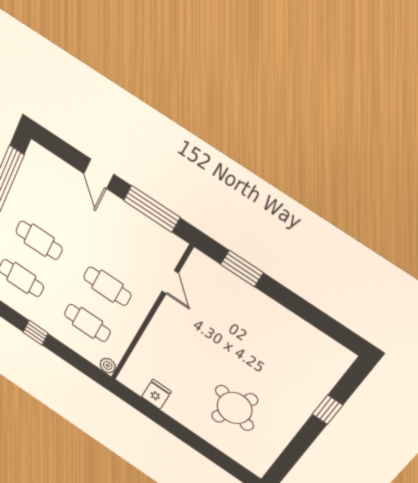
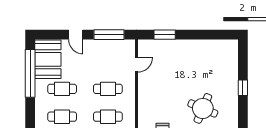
booth: (38, 183) -> (48, 59), added
door: (170, 282) -> (137, 65), hinge flipped
window: (327, 410) -> (243, 88), moved

